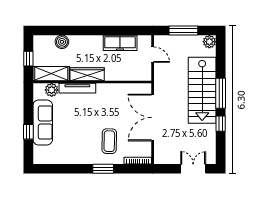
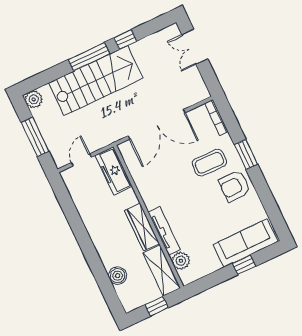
freezer: (120, 43) -> (114, 171), moved, turned 180
sofa: (43, 122) -> (246, 243), moved
armchair: (85, 151) -> (235, 186), added

